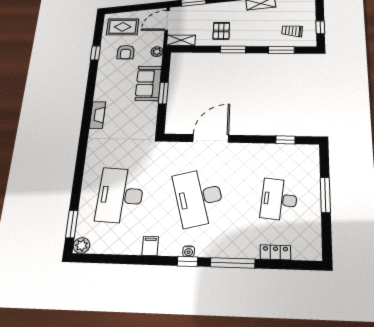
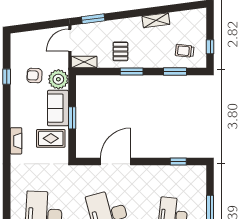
rug: (123, 27) -> (51, 138), moved
armchair: (126, 52) -> (34, 76), turned 93
plant: (157, 52) -> (58, 79), width x1.87, depth x1.87

